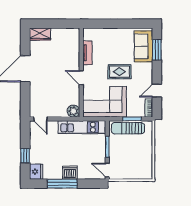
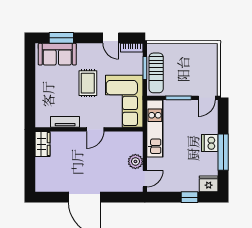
wardrobe: (40, 34) -> (42, 144), moved
plant: (73, 111) -> (135, 161), moved

